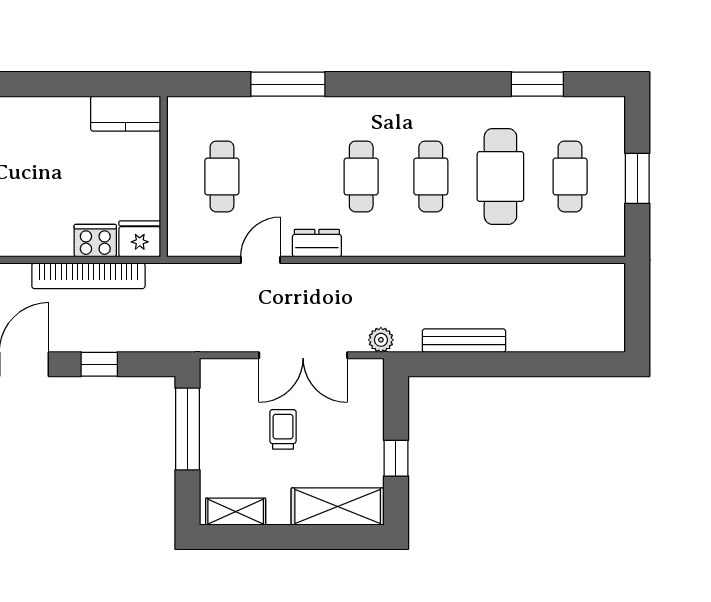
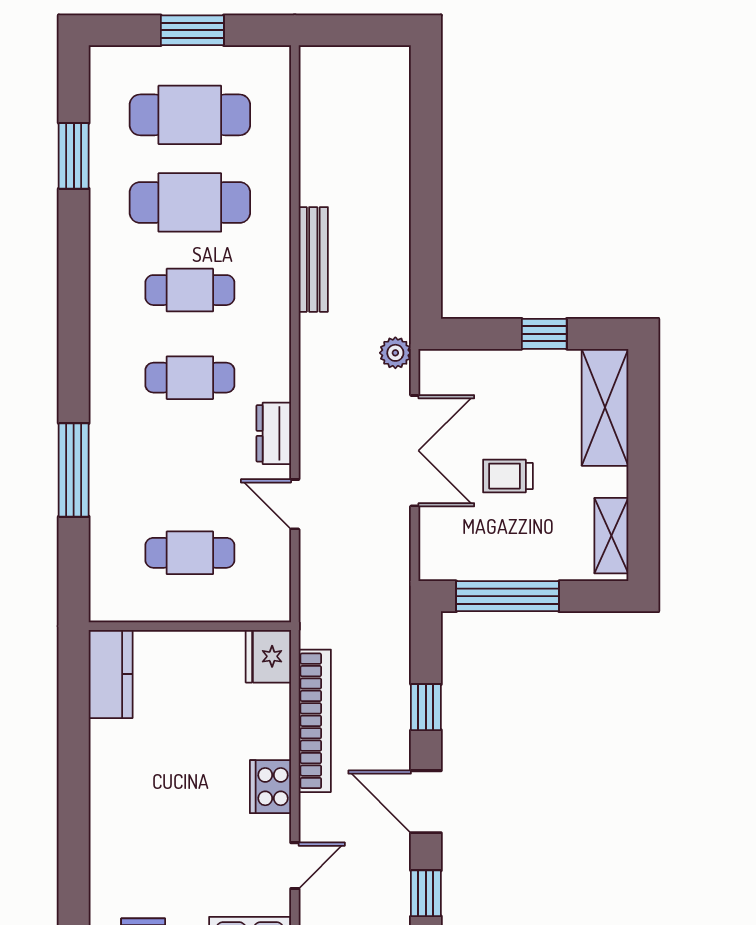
cafe table: (570, 176) -> (190, 115), width x1.37, depth x1.35
cooker: (95, 241) -> (271, 787), moved
bench: (464, 341) -> (313, 259), moved

